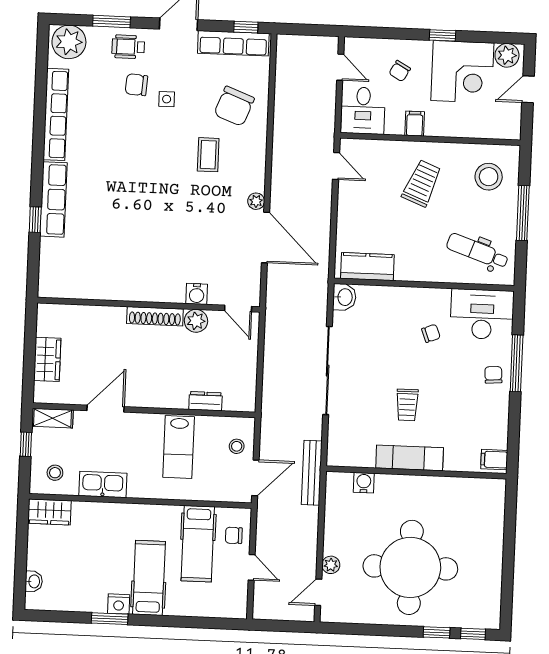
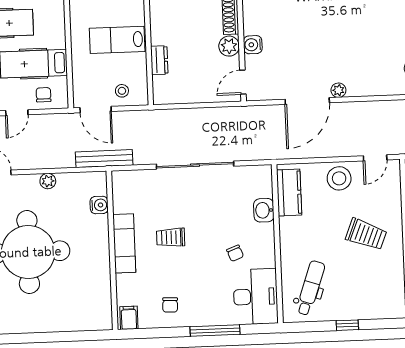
coffee table: (208, 155) -> (376, 45), removed
stool: (489, 177) -> (339, 178), moved
window: (523, 213) -> (347, 325), width x0.46
washbasin: (344, 297) -> (264, 210), moved, turned 90
chair: (493, 375) -> (170, 305), moved, turned 96
plant: (331, 565) -> (48, 181), moved

